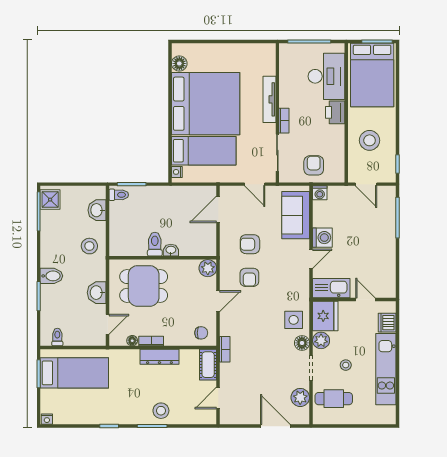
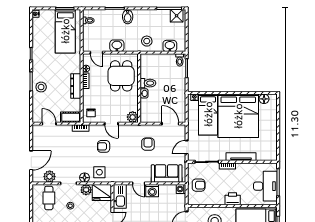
desk: (326, 76) -> (265, 186), moved, turned -90
armchair: (249, 277) -> (104, 146), moved

